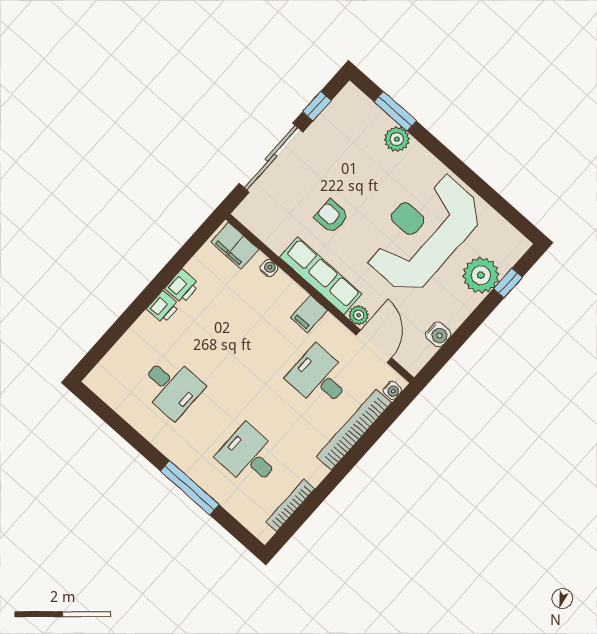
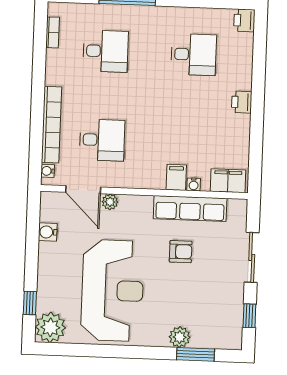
sliding door: (271, 158) -> (252, 257), width x0.73
plant: (481, 275) -> (50, 327), moved
row of seats: (321, 276) -> (190, 209), moved
printer: (182, 286) -> (244, 20), moved
filing cabinet: (309, 314) -> (176, 177), moved
desk: (171, 387) -> (194, 54), turned 180
bookcase: (290, 505) -> (53, 32), width x0.64

